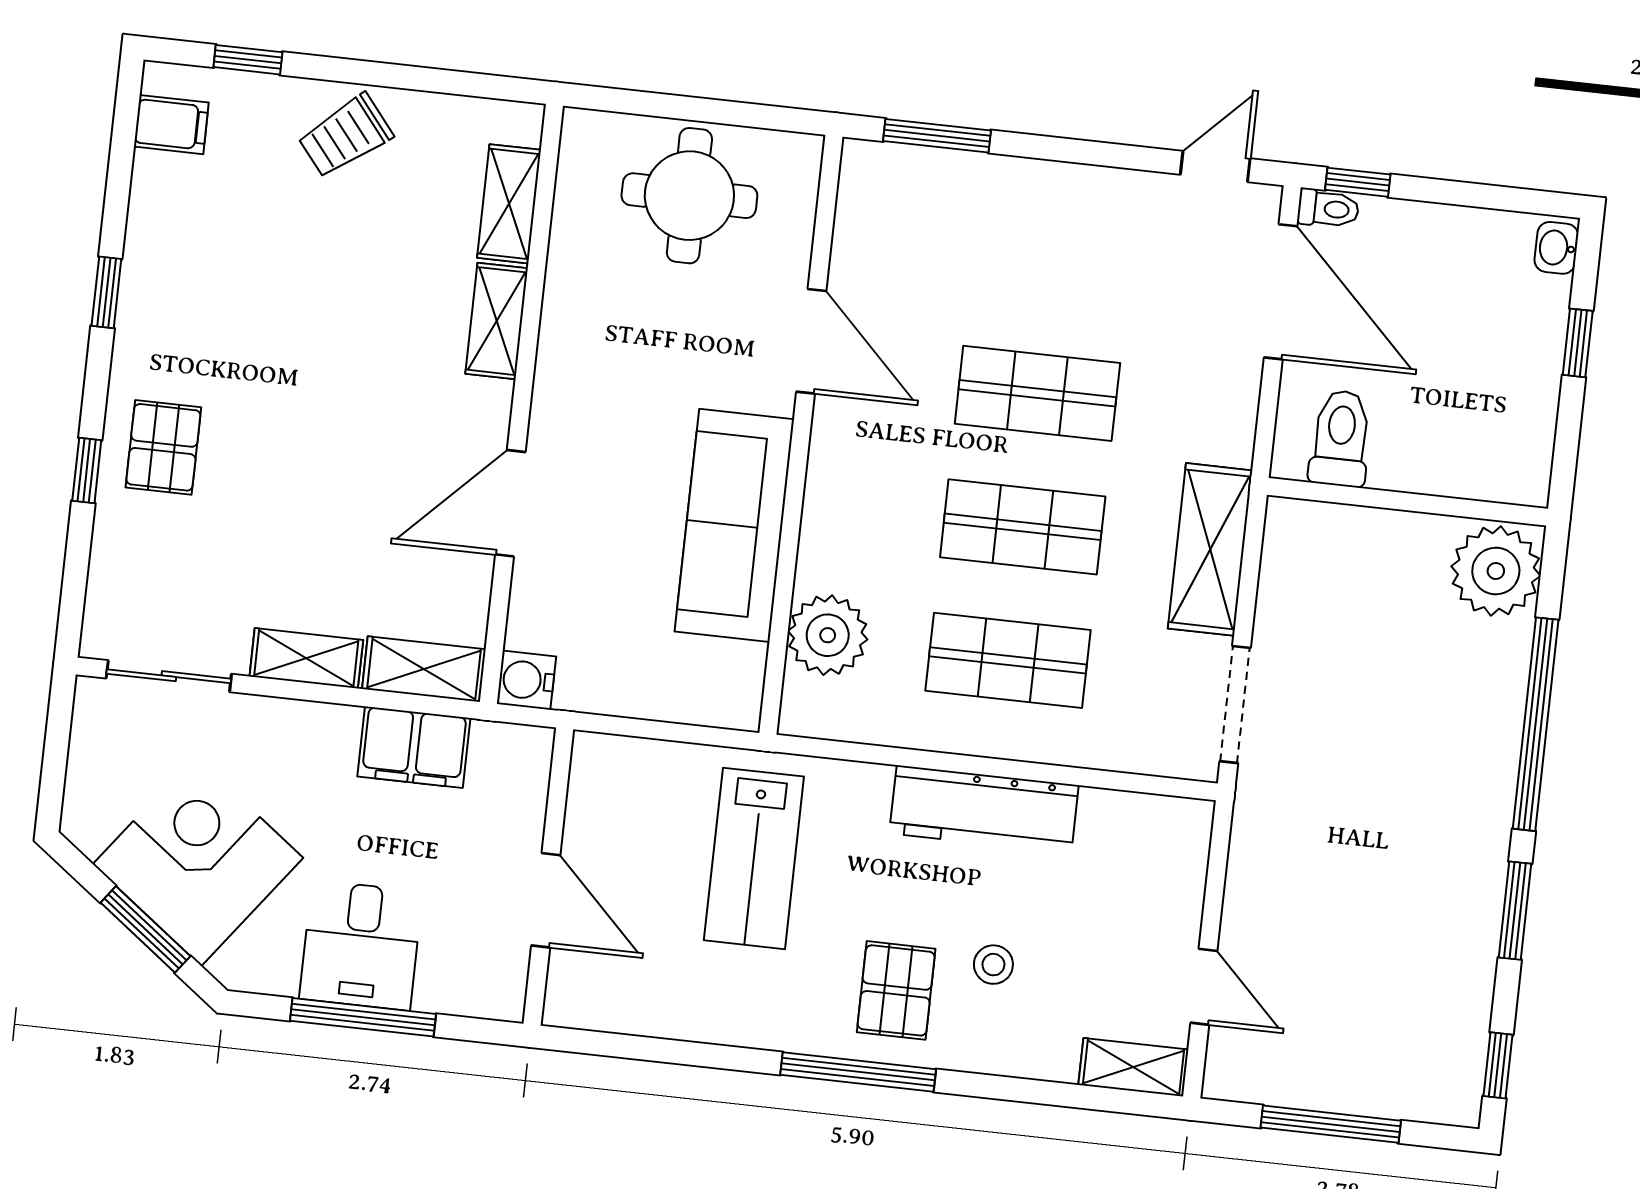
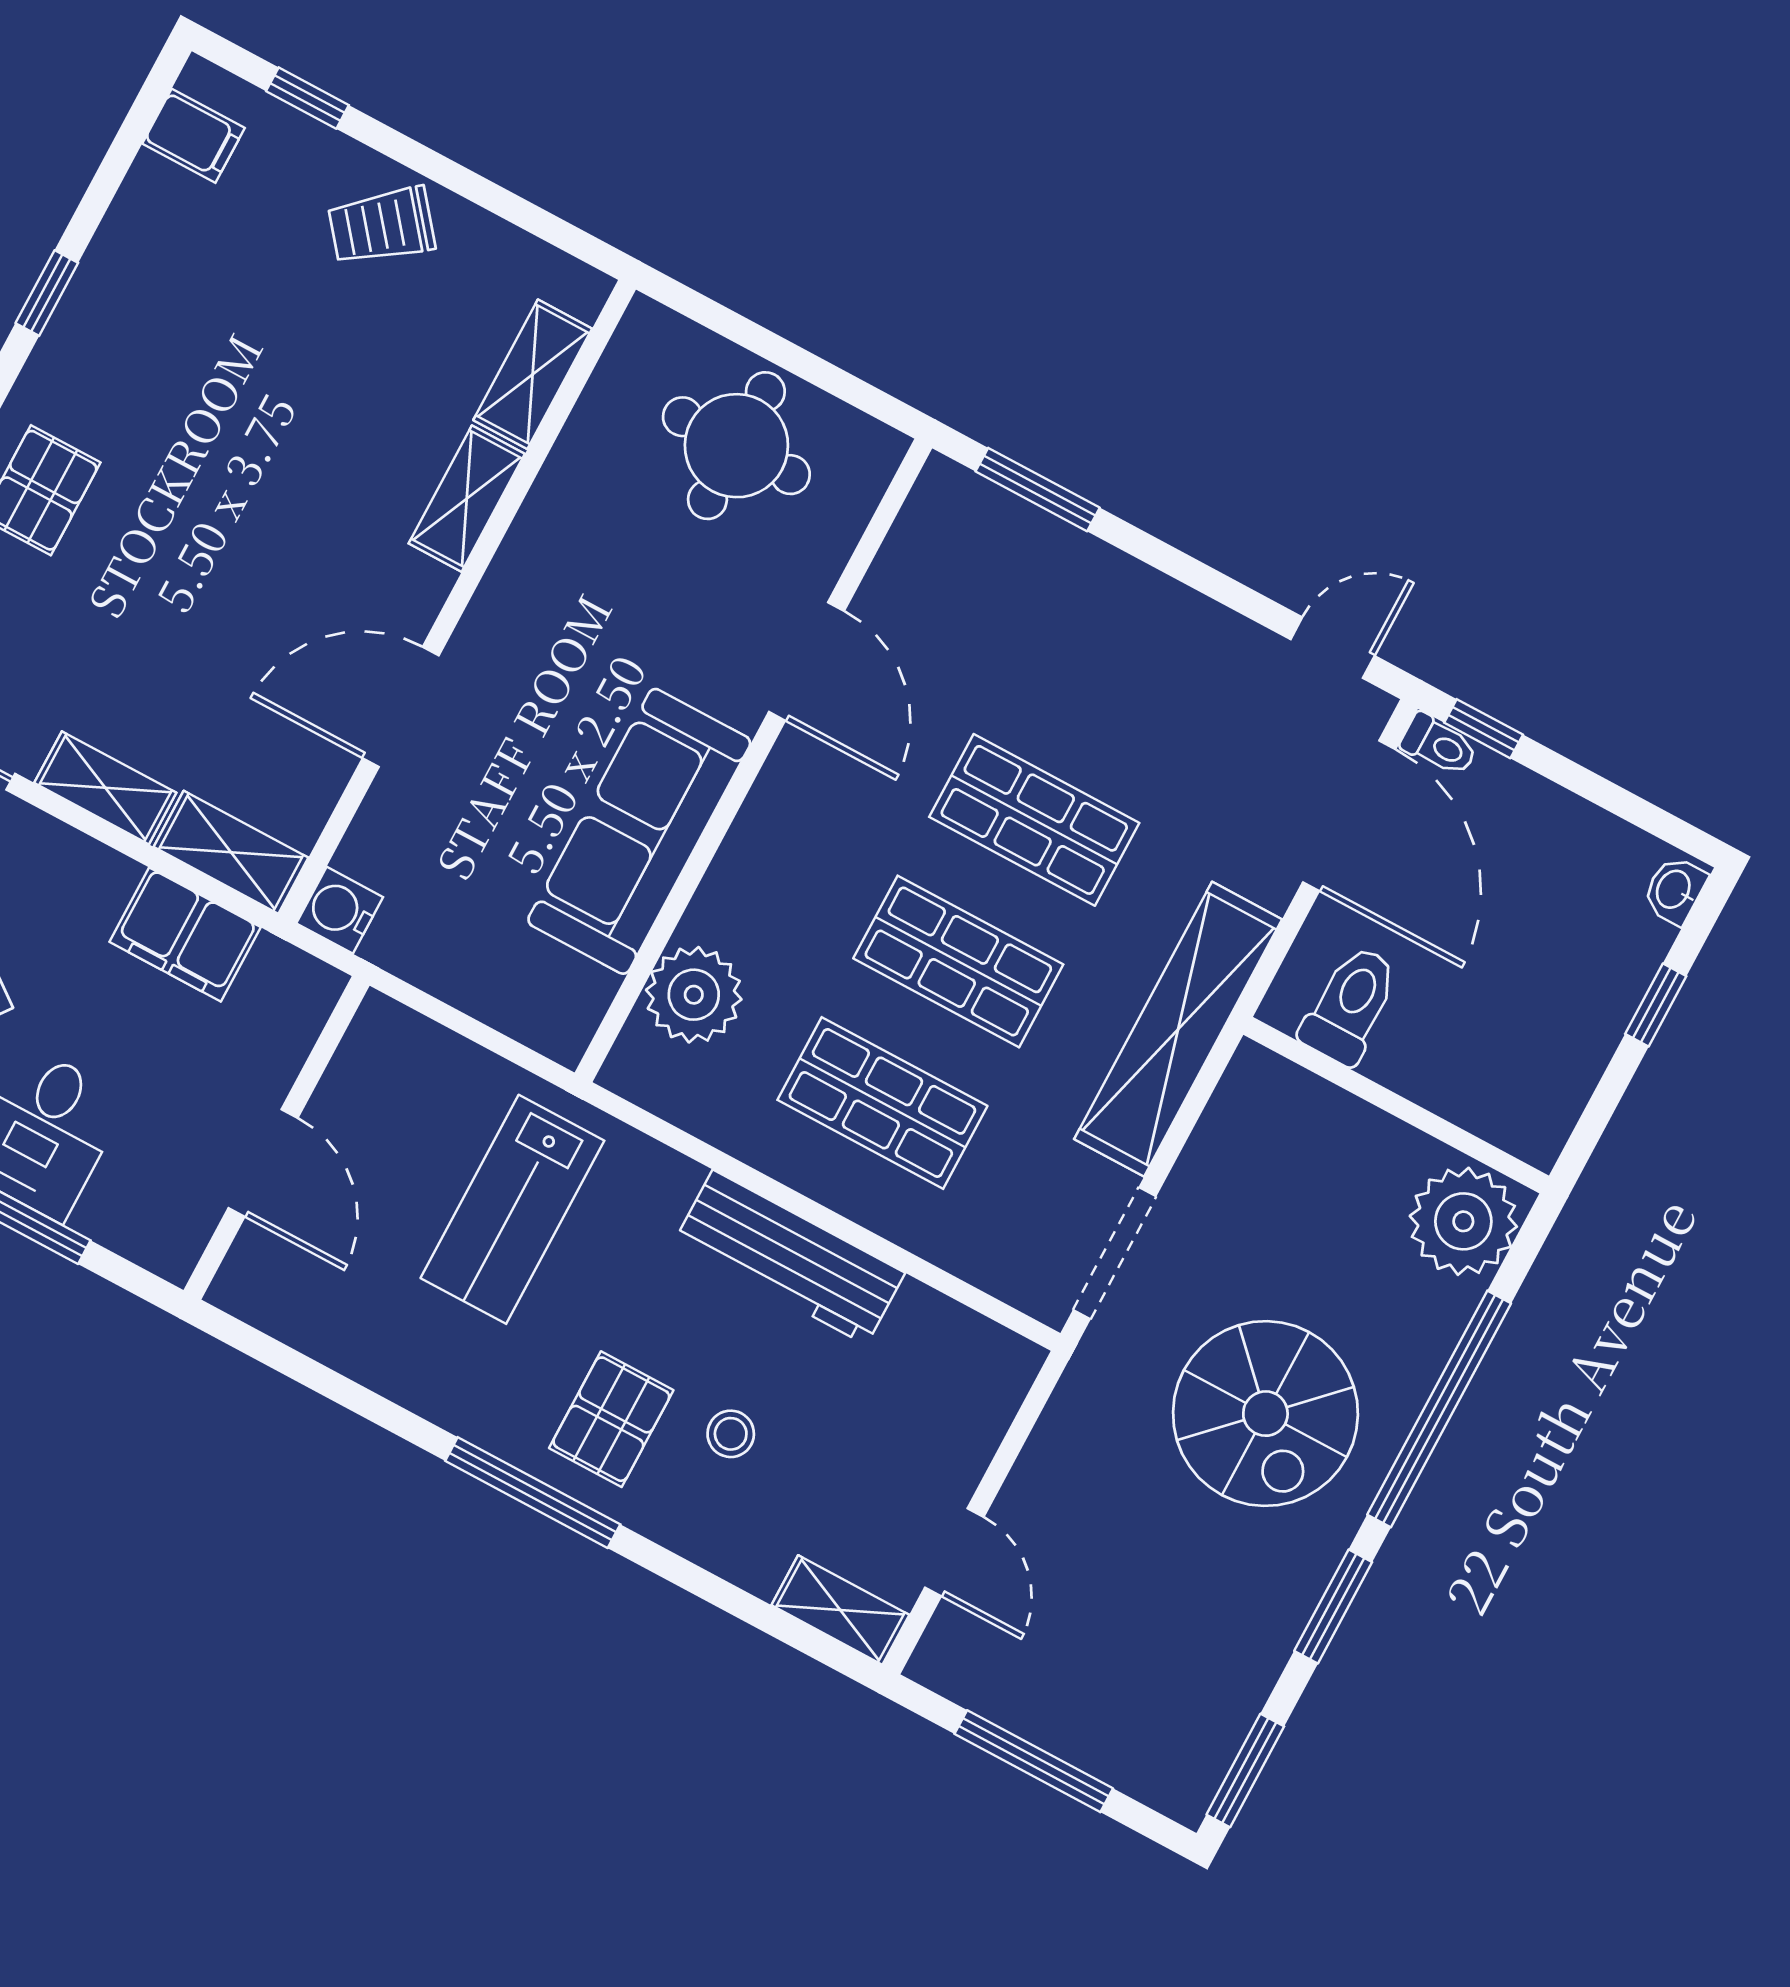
shelving: (1210, 549) -> (1178, 1029), width x1.47
spiral stairs: (1402, 782) -> (1265, 1414), added
window: (1498, 1065) -> (1245, 1770), width x1.50

